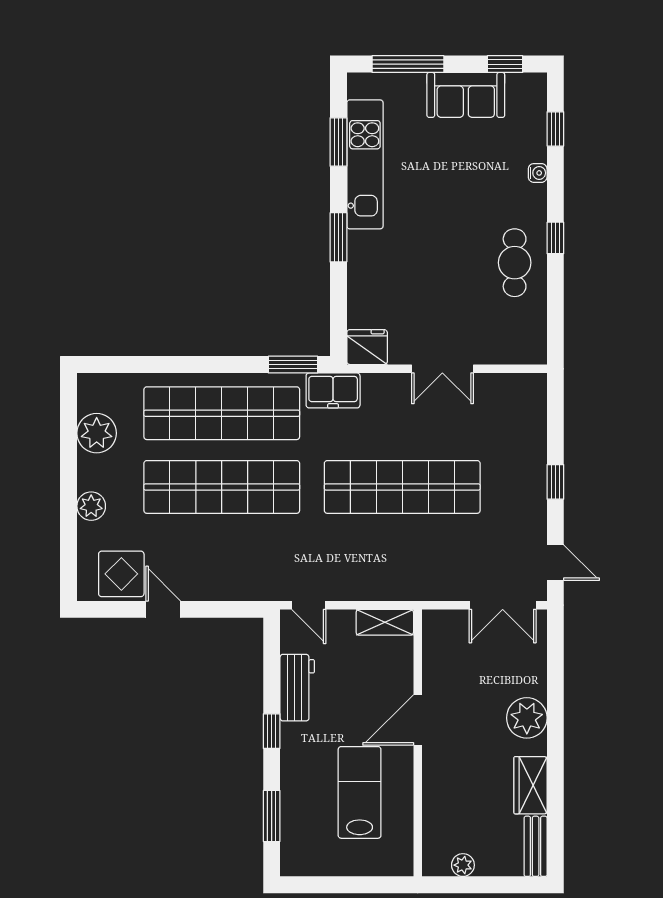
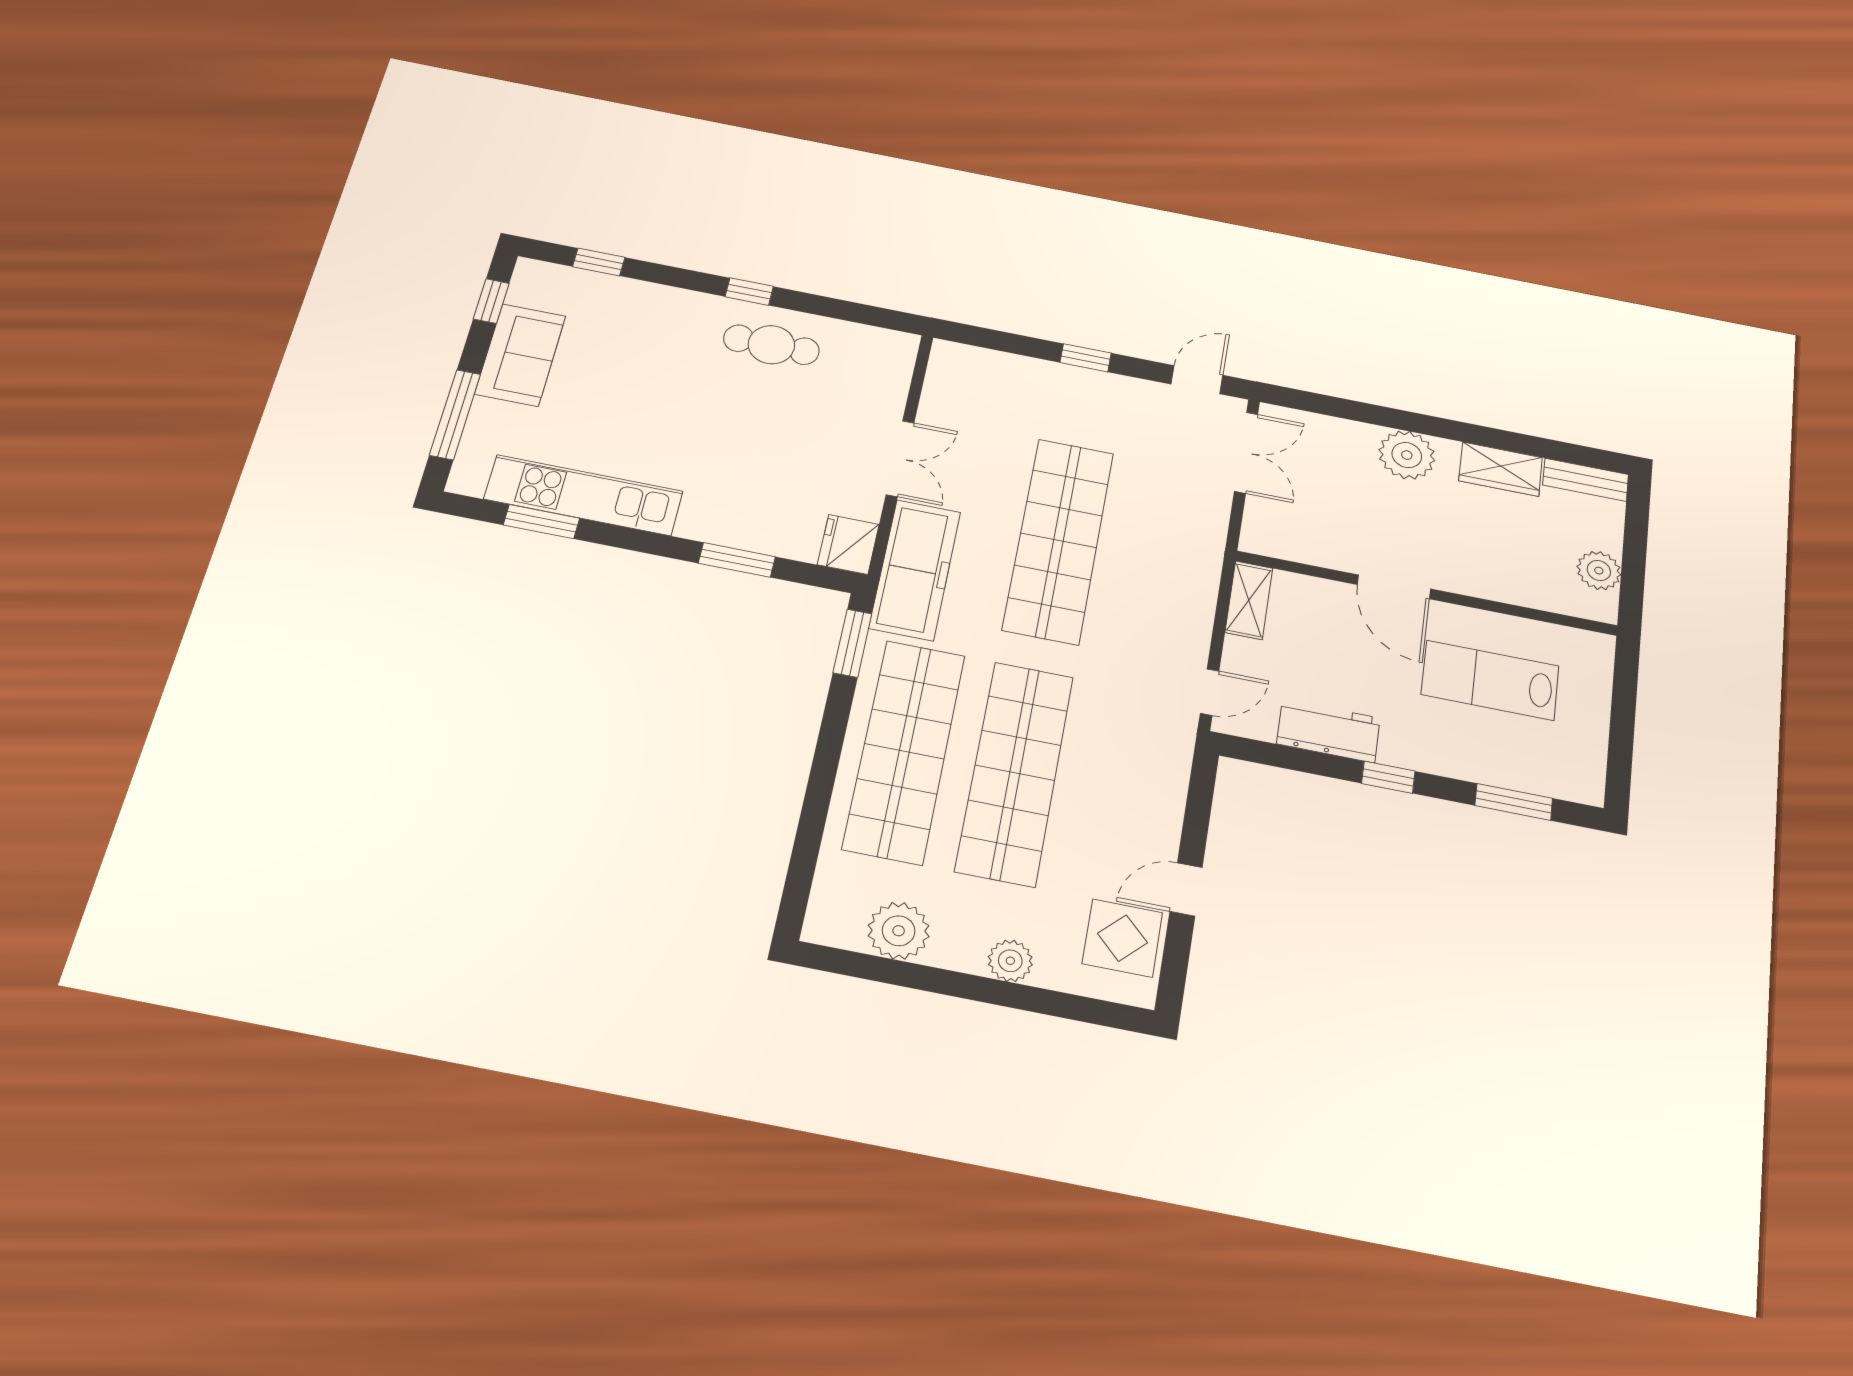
water cooler: (538, 173) -> (654, 294), removed
window: (338, 237) -> (737, 560), moved
freezer: (333, 390) -> (915, 570), width x1.91, depth x1.26
plant: (463, 865) -> (1599, 571), width x1.38, depth x1.38

